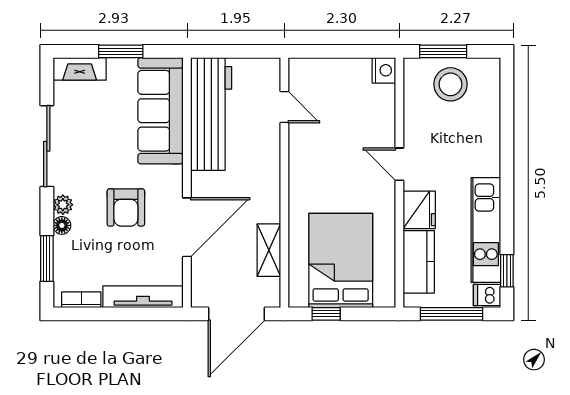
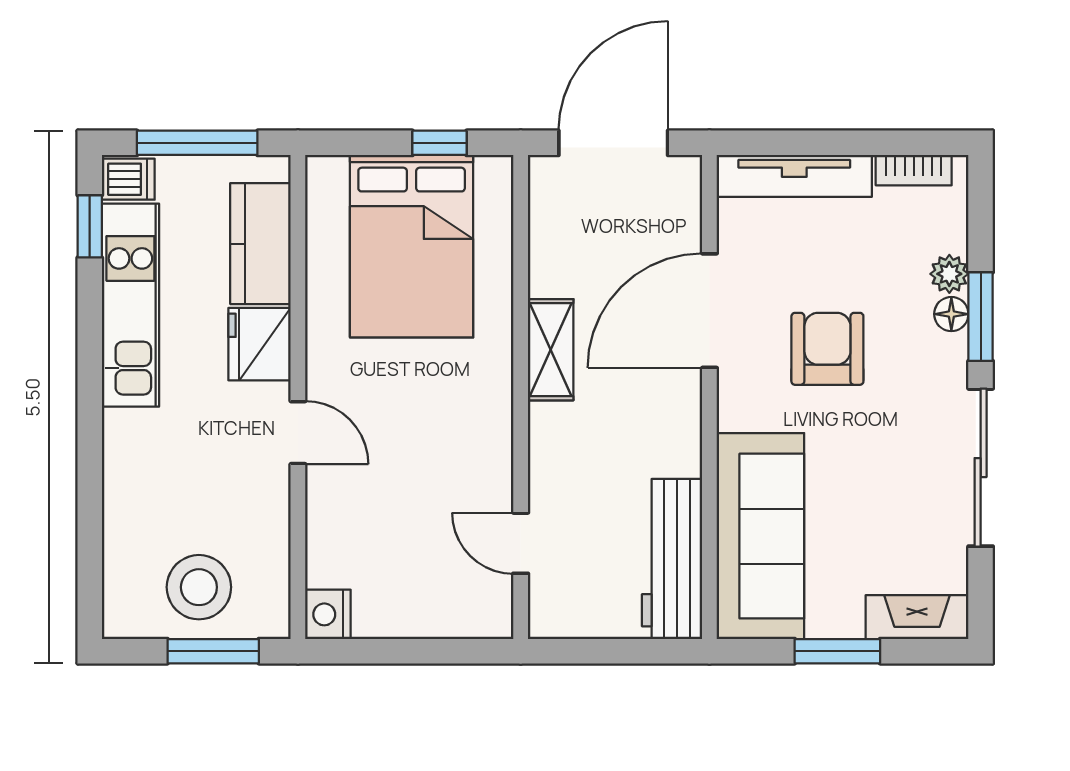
workbench: (211, 114) -> (672, 559), width x0.73, depth x0.76
plant: (63, 205) -> (949, 274), moved
shelving: (269, 250) -> (551, 350), moved
window: (47, 259) -> (981, 317), moved

